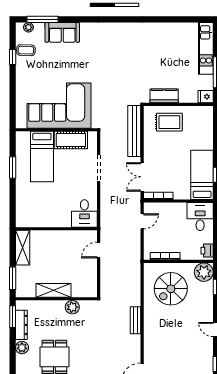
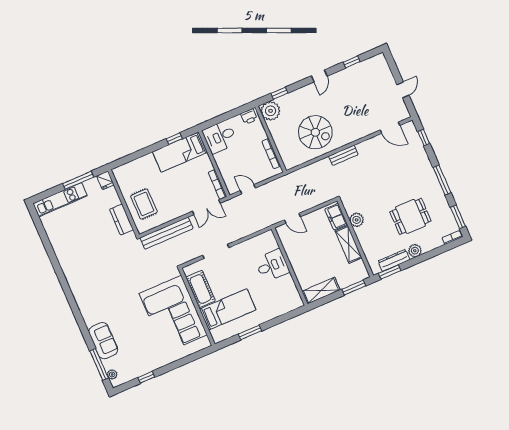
coffee table: (26, 50) -> (135, 368), removed
desk: (84, 213) -> (272, 266), moved
spiral stairs: (171, 289) -> (315, 132), moved
freezer: (83, 290) -> (336, 217), added

